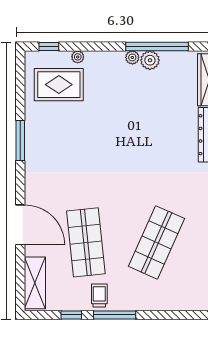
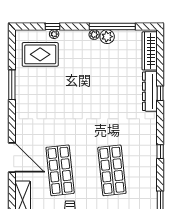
window: (49, 46) -> (52, 26), moved
window: (20, 140) -> (12, 85), moved
shop shelf: (157, 242) -> (112, 170), turned -30

